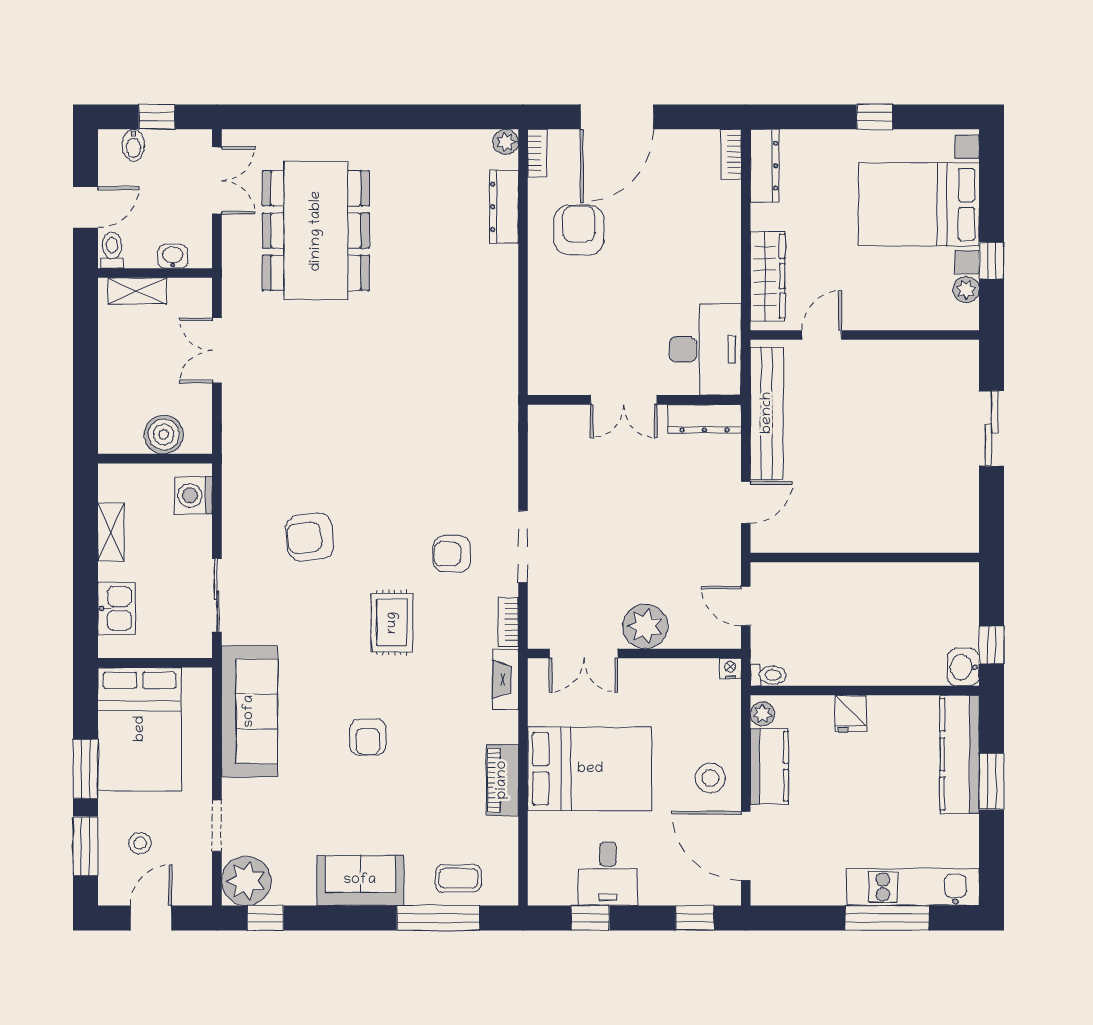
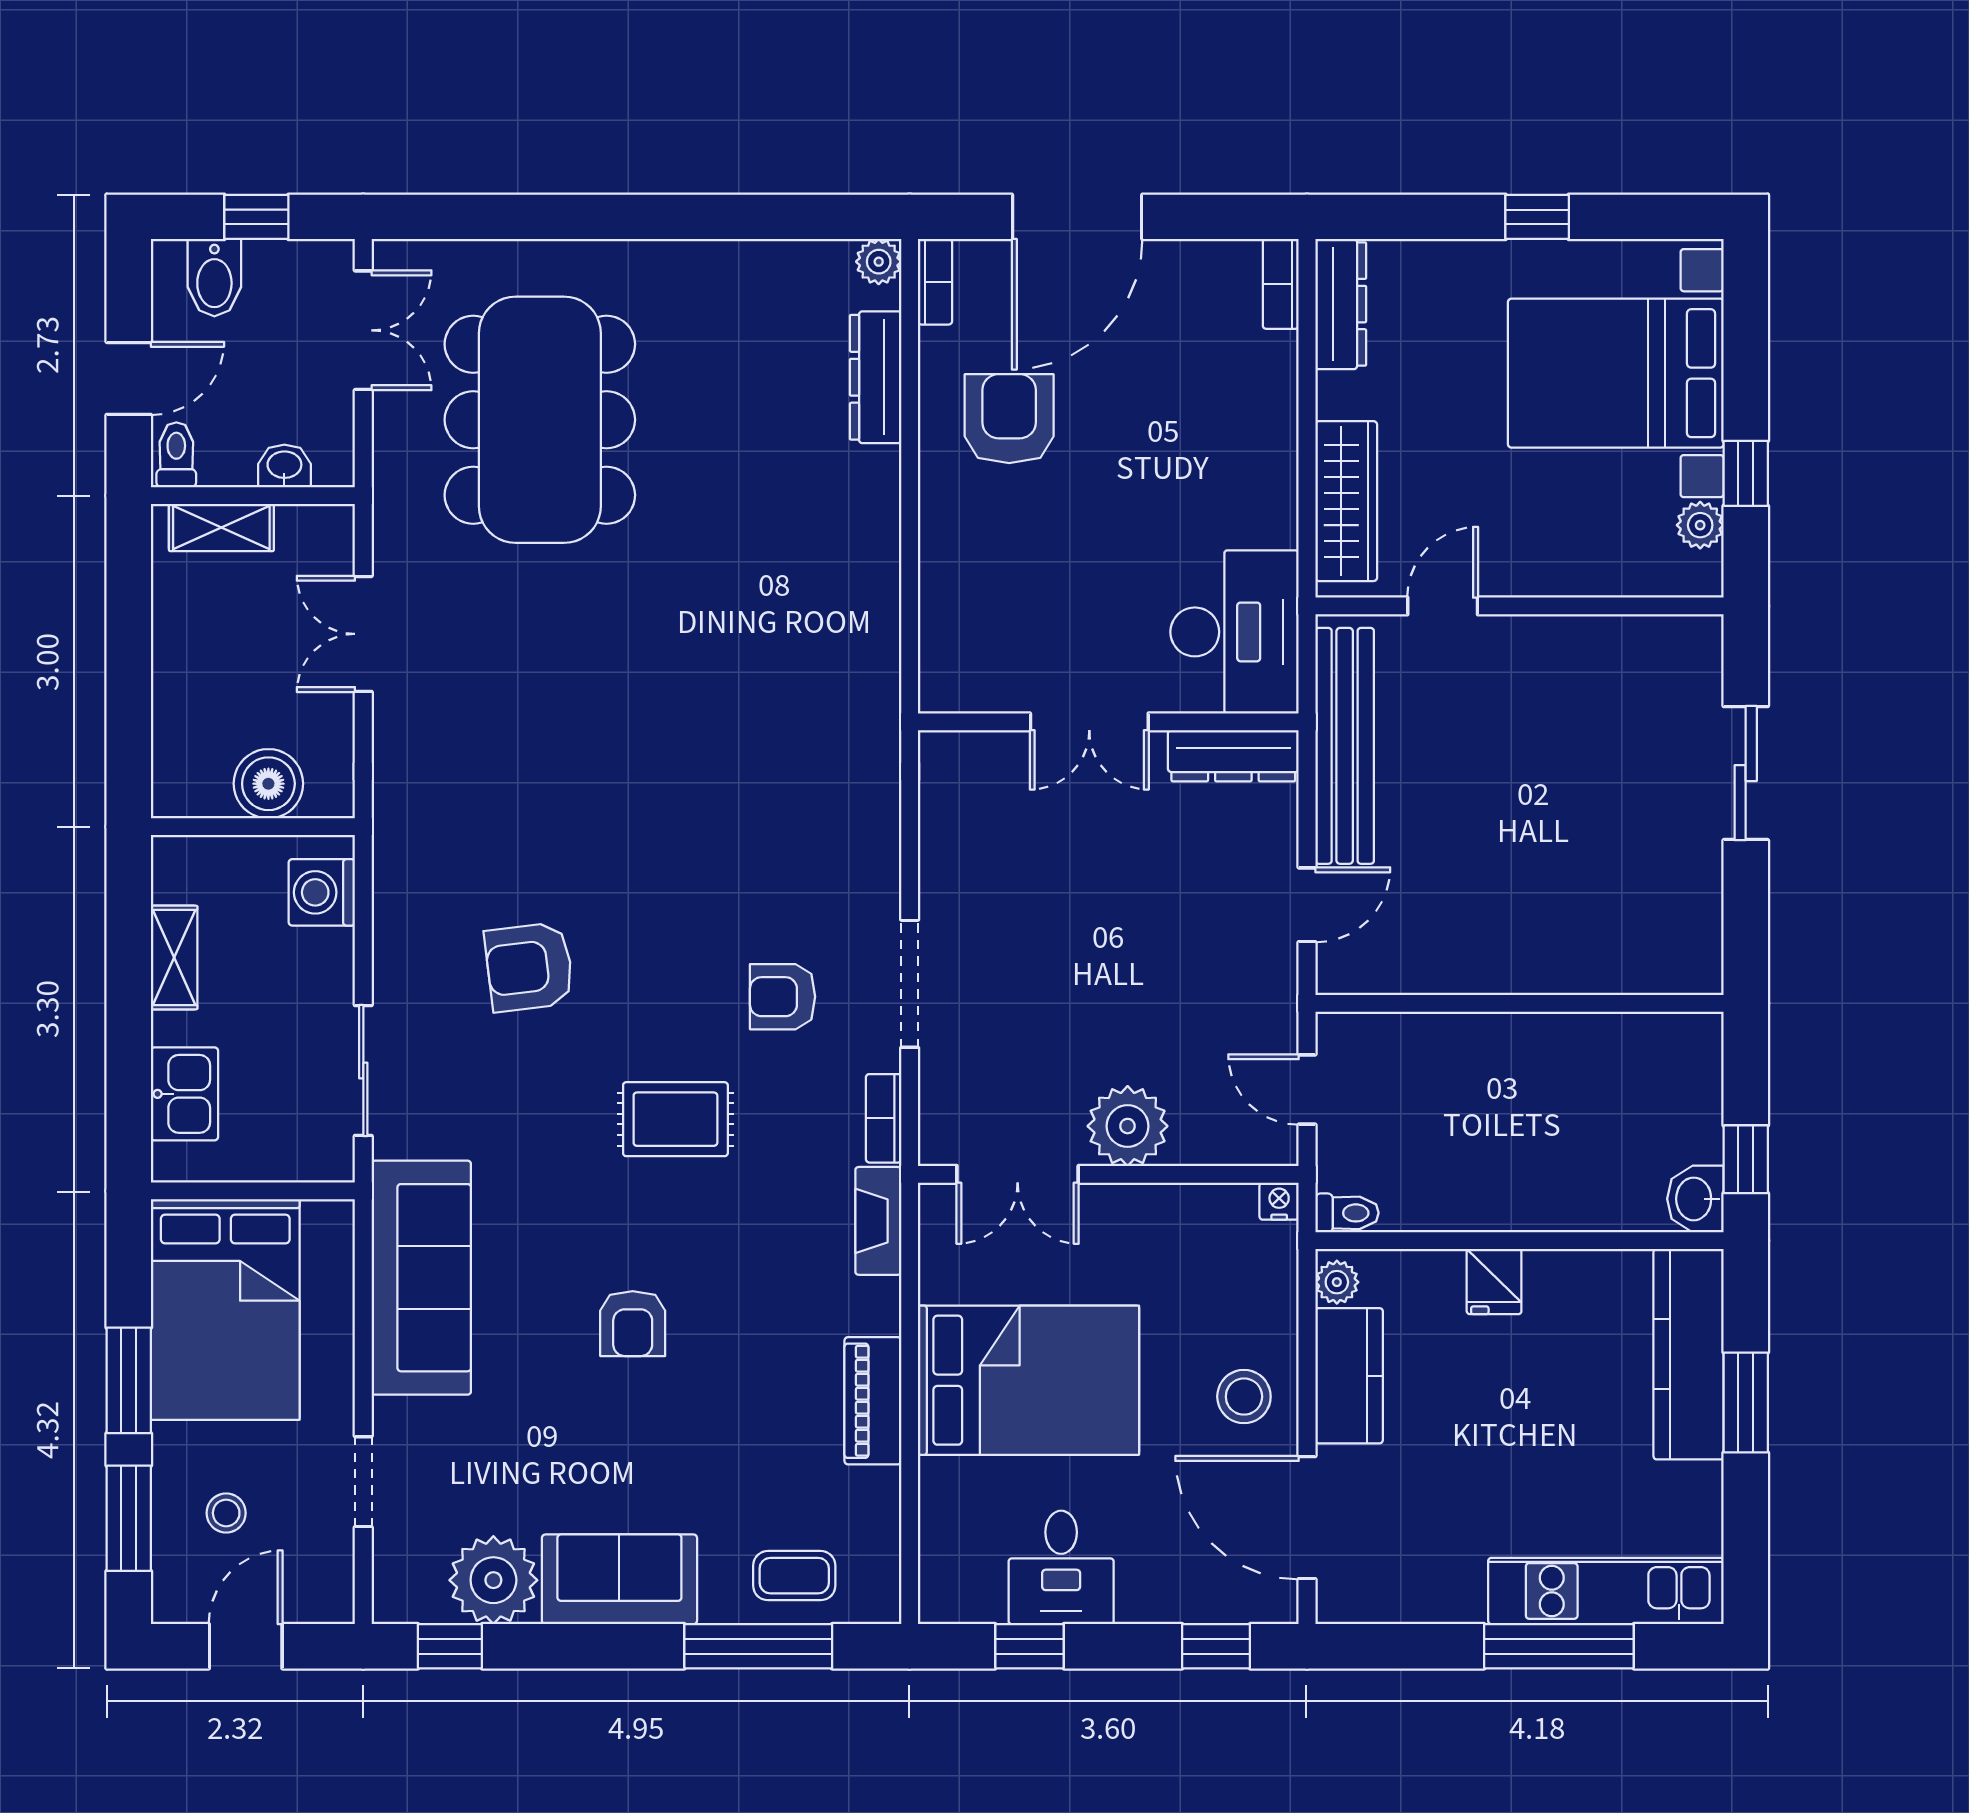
bidet: (133, 145) -> (214, 278), width x1.38, depth x1.36
rug: (392, 623) -> (675, 1119), turned 90
plant: (246, 881) -> (493, 1580), moved

